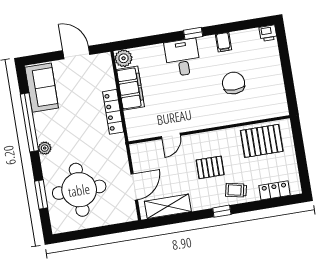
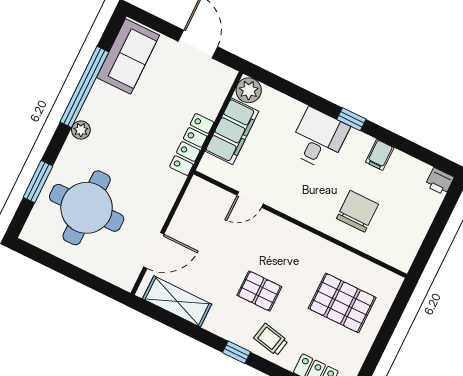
wall: (209, 130) -> (300, 224), moved
door: (171, 136) -> (250, 200), moved

